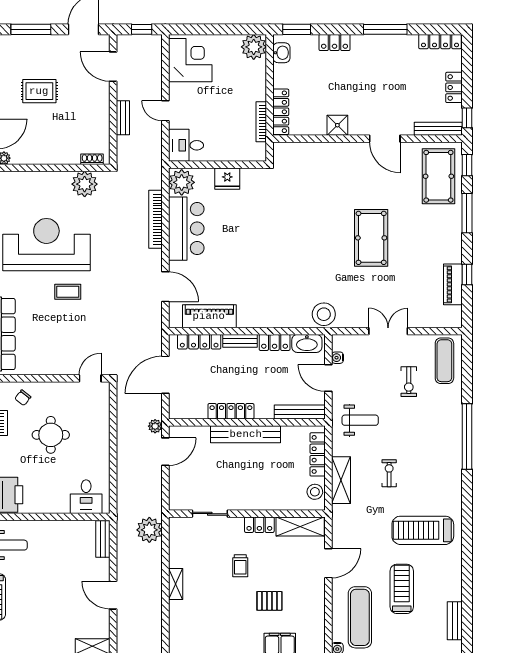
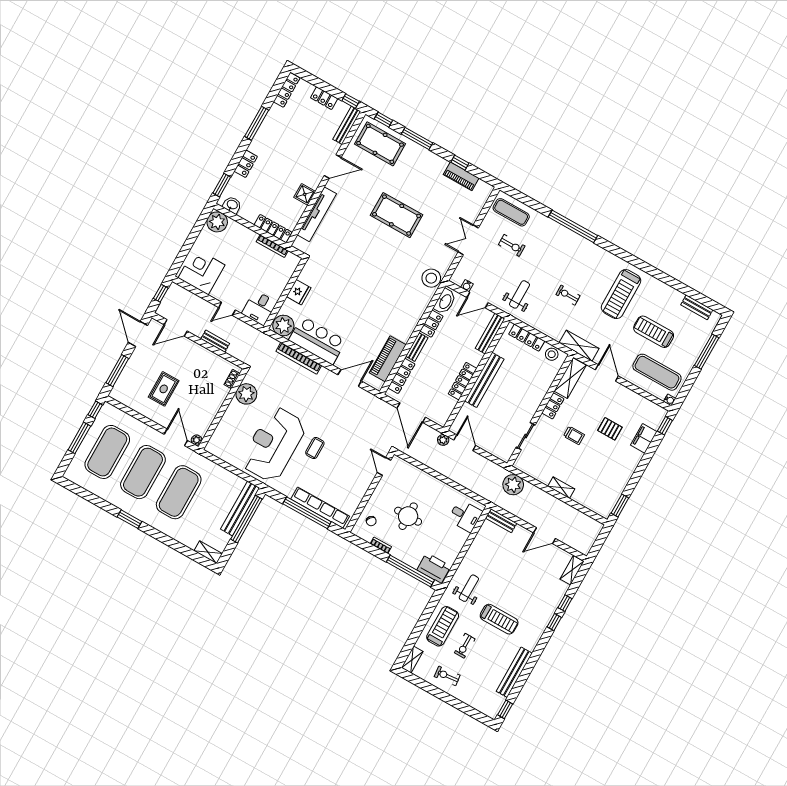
tv unit: (323, 151) -> (317, 214), added
shelving: (341, 480) -> (579, 346), moved
pallet: (269, 601) -> (610, 429), turned 90

